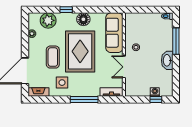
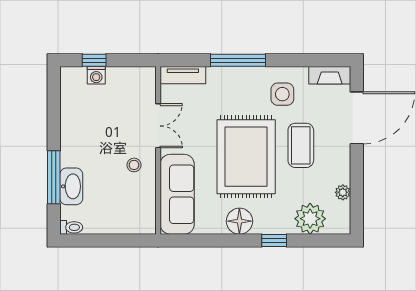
washbasin: (167, 60) -> (71, 186), moved

